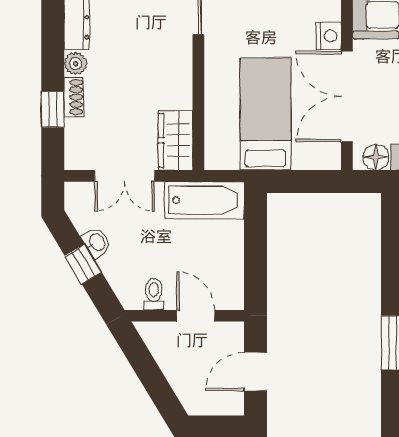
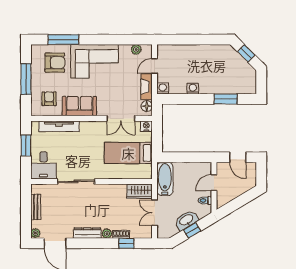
nightstand: (329, 36) -> (146, 126), moved
double door: (347, 97) -> (121, 118), width x0.73
double door: (125, 176) -> (155, 213), swing flipped
washbasin: (97, 243) -> (186, 220), width x1.91, depth x1.45

